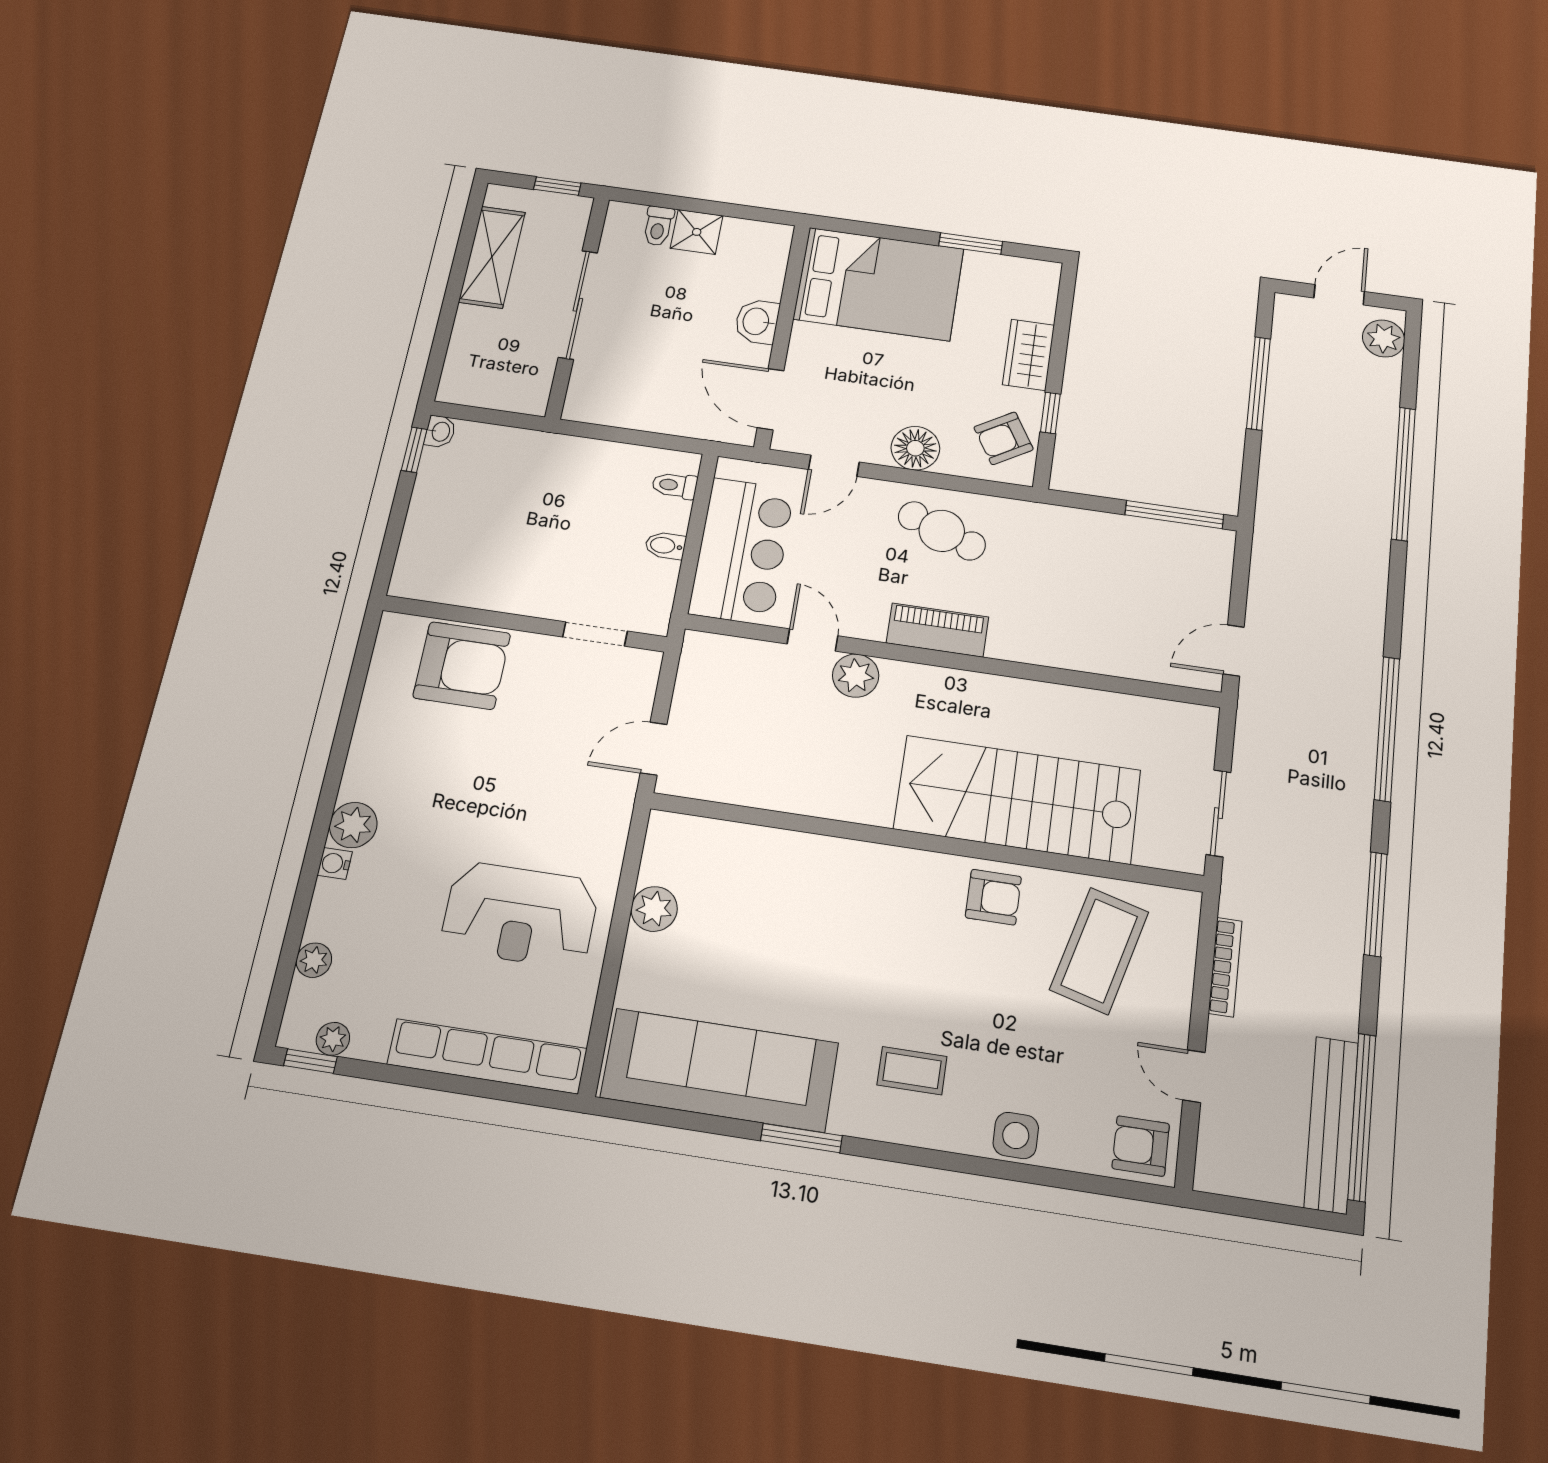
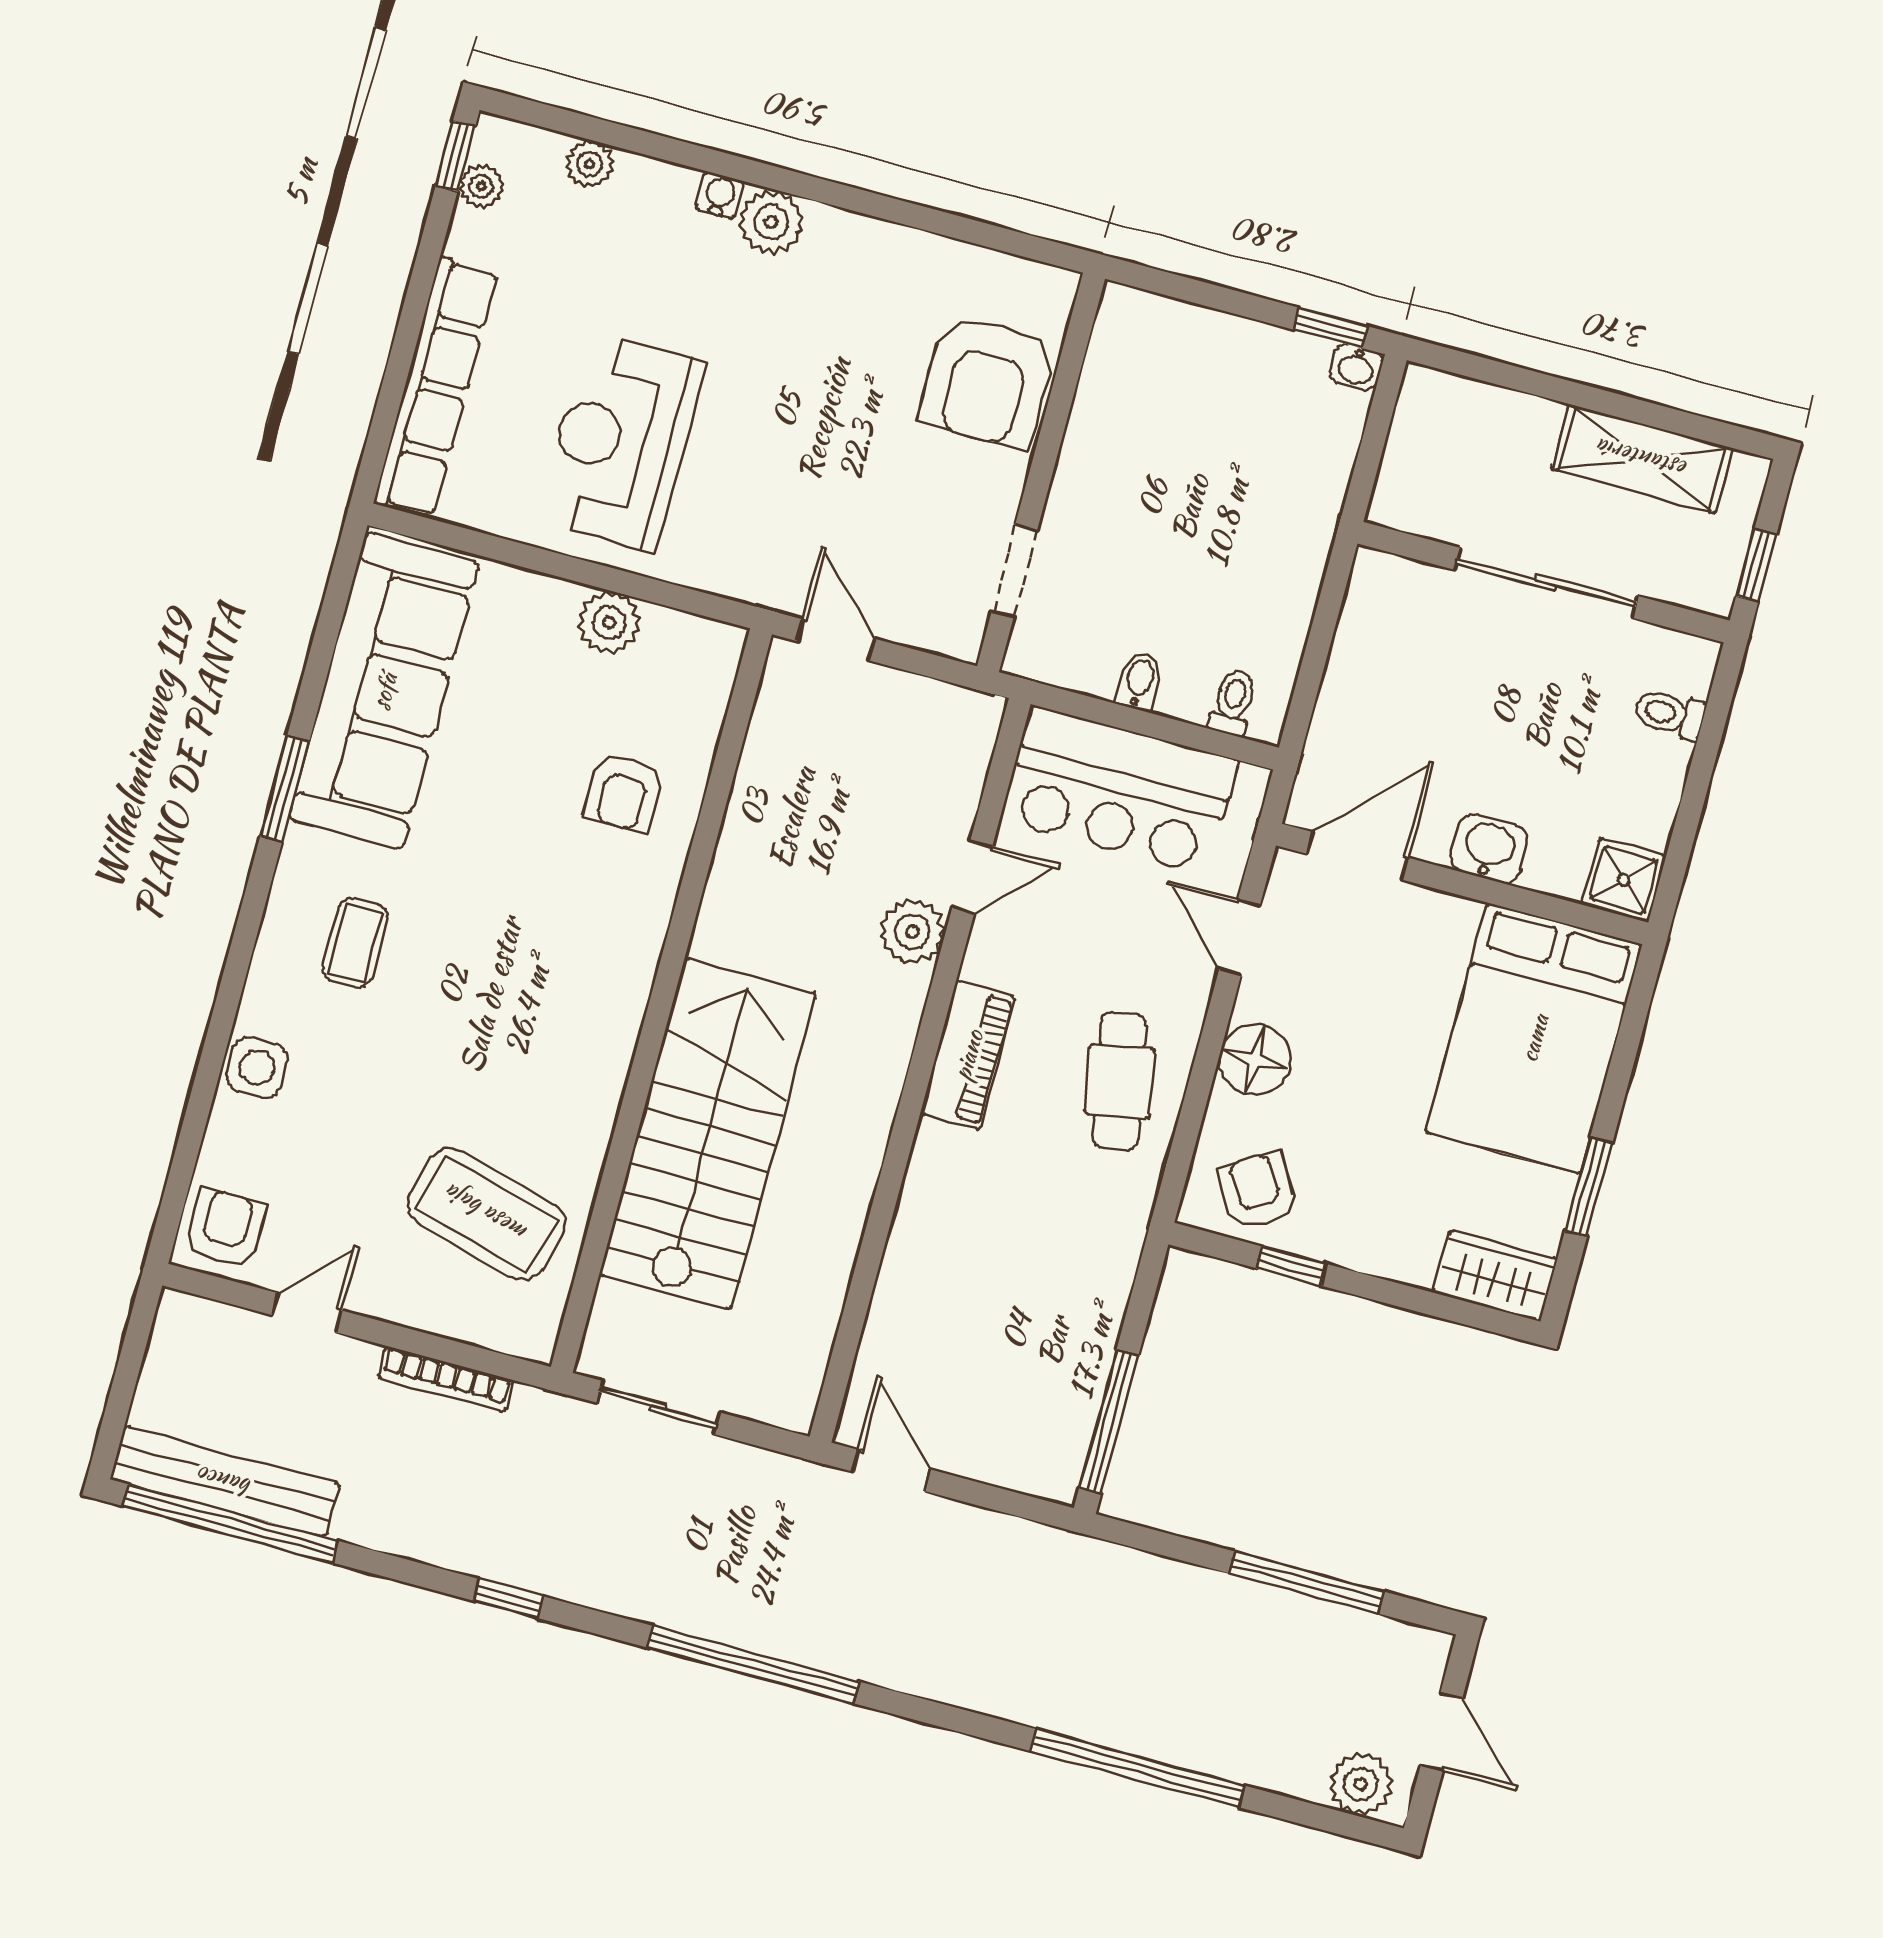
shower: (697, 232) -> (1624, 880), moved
wardrobe: (1029, 355) -> (1495, 1276), moved
cafe table: (942, 531) -> (1120, 1081), turned -32
armchair: (993, 897) -> (624, 792), moved
window: (1376, 904) -> (508, 1598), width x0.46

